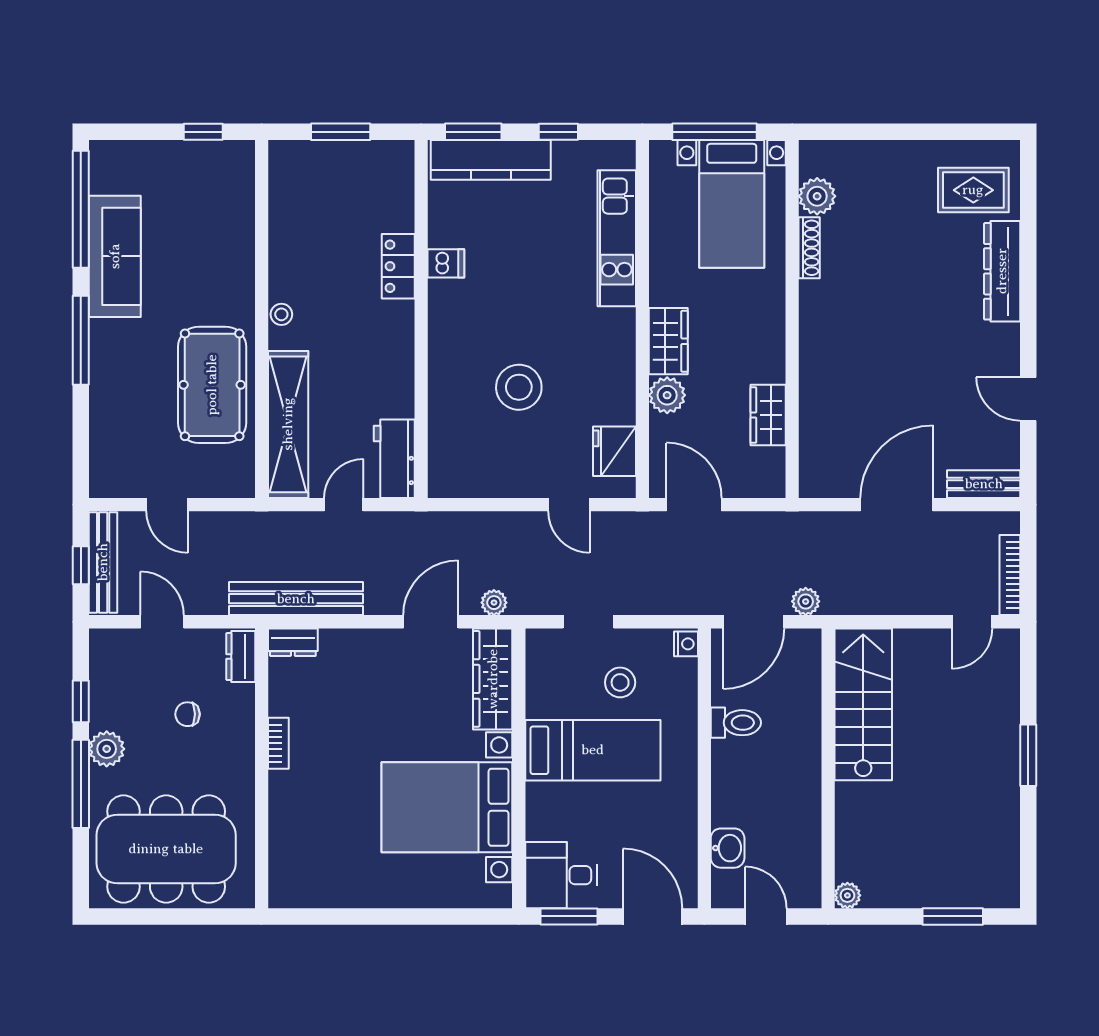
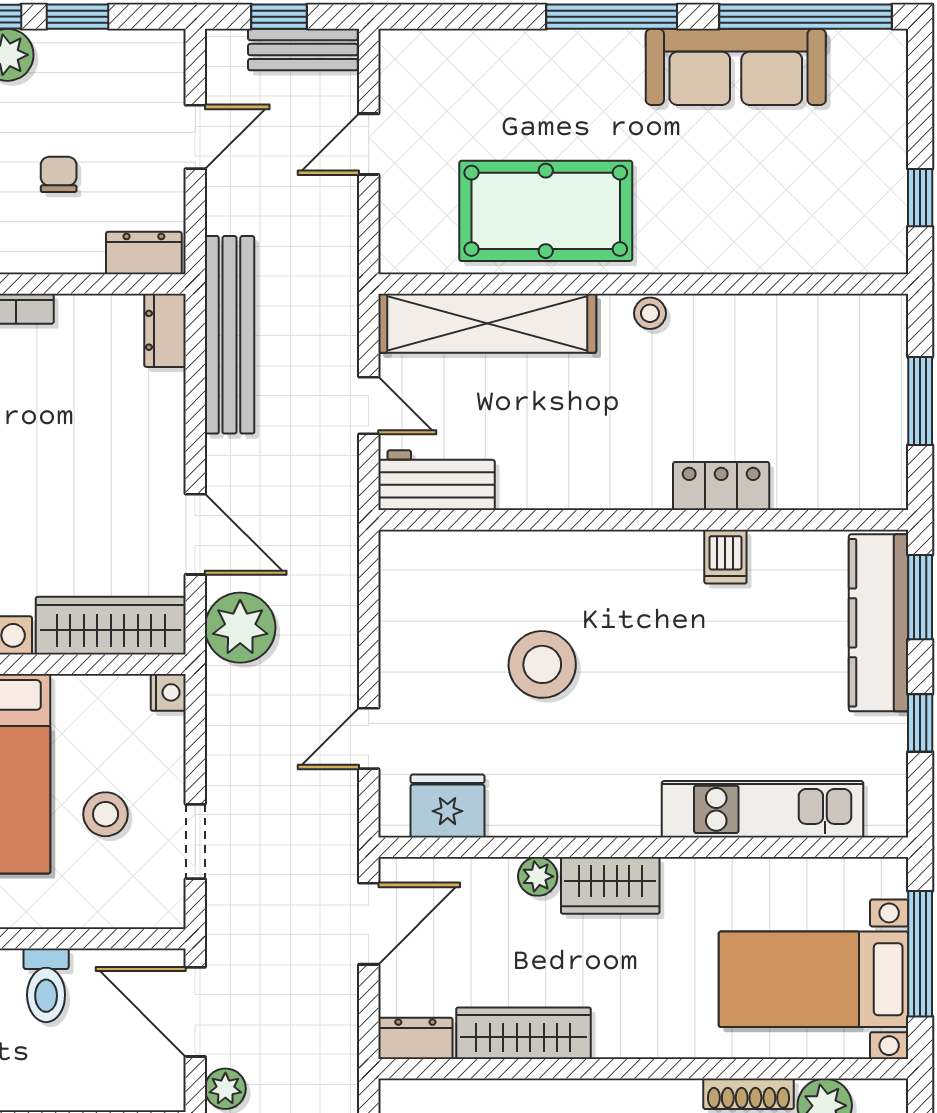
plant: (667, 395) -> (538, 876), width x0.73, depth x0.73
wardrobe: (768, 415) -> (523, 1033), width x1.50
dresser: (772, 473) -> (415, 1038), added
bench: (103, 562) -> (303, 50), width x0.73
plant: (494, 603) -> (240, 628), width x1.87, depth x1.87
doorway: (588, 622) -> (195, 842), moved
nightstand: (686, 644) -> (168, 692), moved, turned -90

